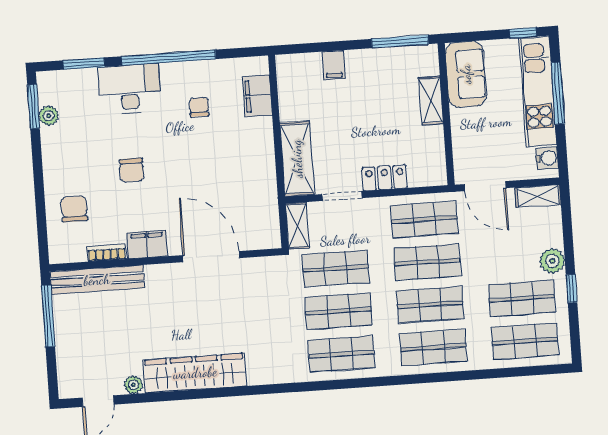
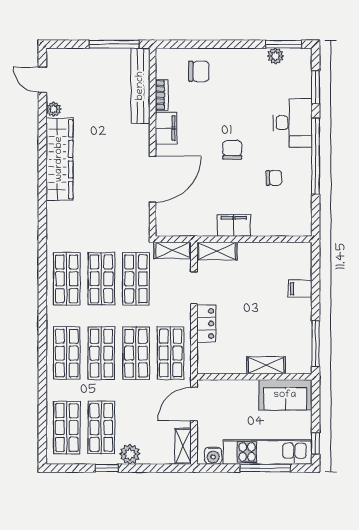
filing cabinet: (257, 96) -> (234, 225), moved
shelving: (297, 159) -> (217, 251), width x0.67, depth x0.75
chair: (132, 170) -> (232, 150), moved, turned 90

